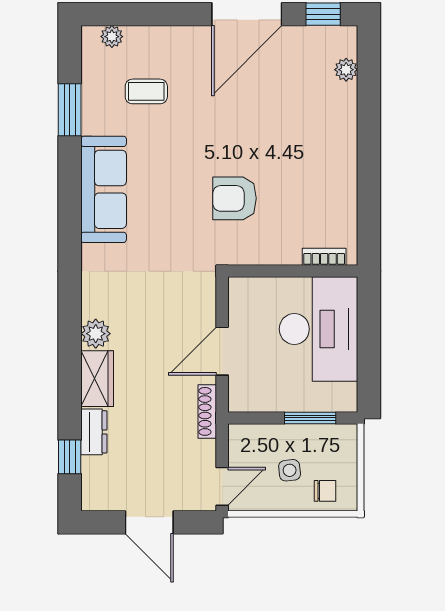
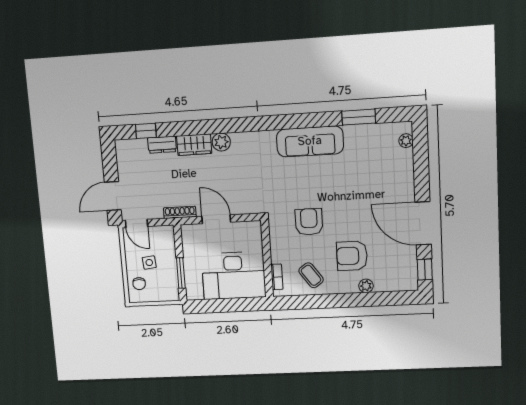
plant: (346, 70) -> (366, 286), moved
coffee table: (146, 91) -> (311, 275), moved, turned -36
armchair: (295, 131) -> (352, 256), added
door: (149, 522) -> (113, 196), moved

